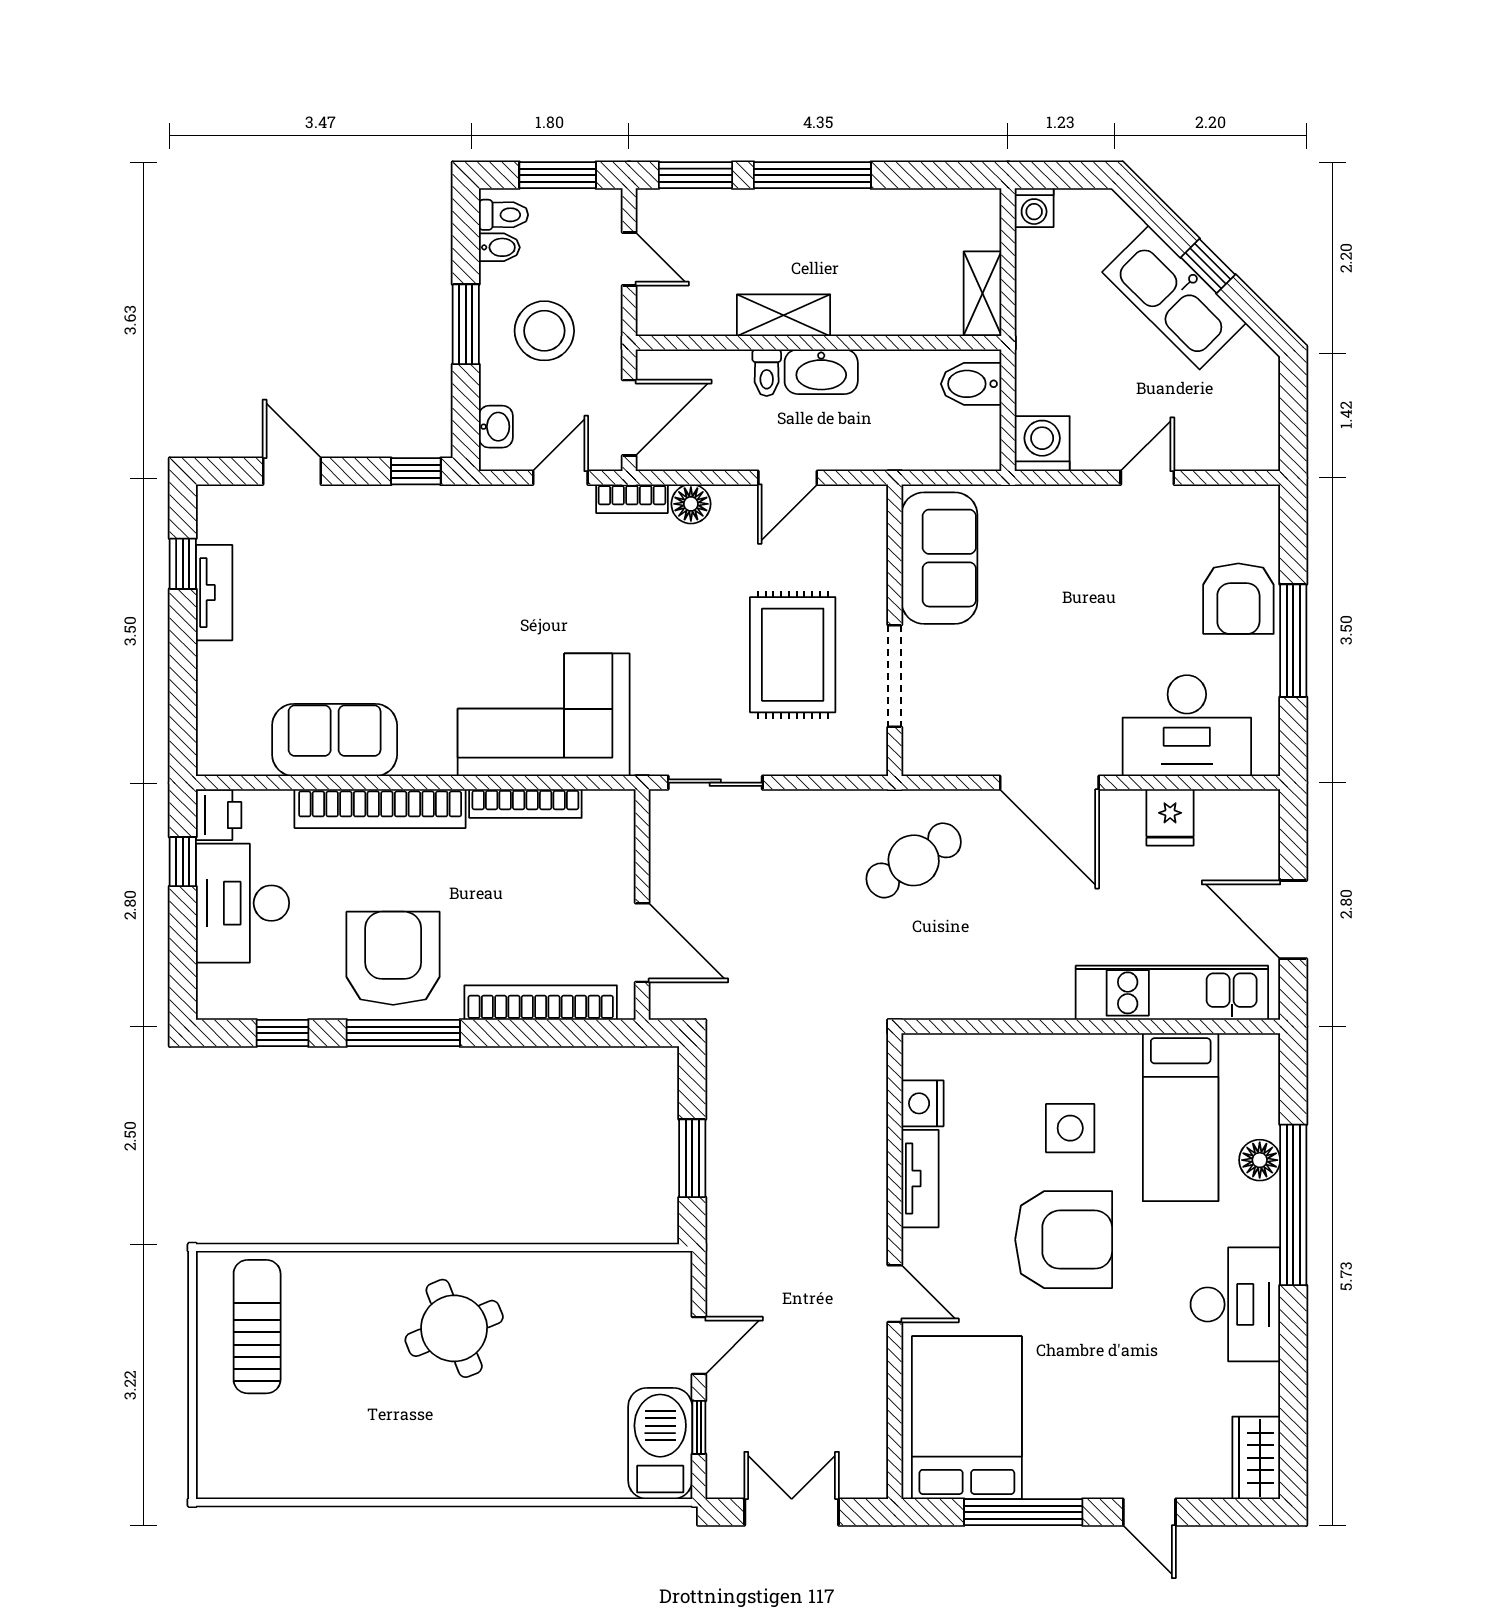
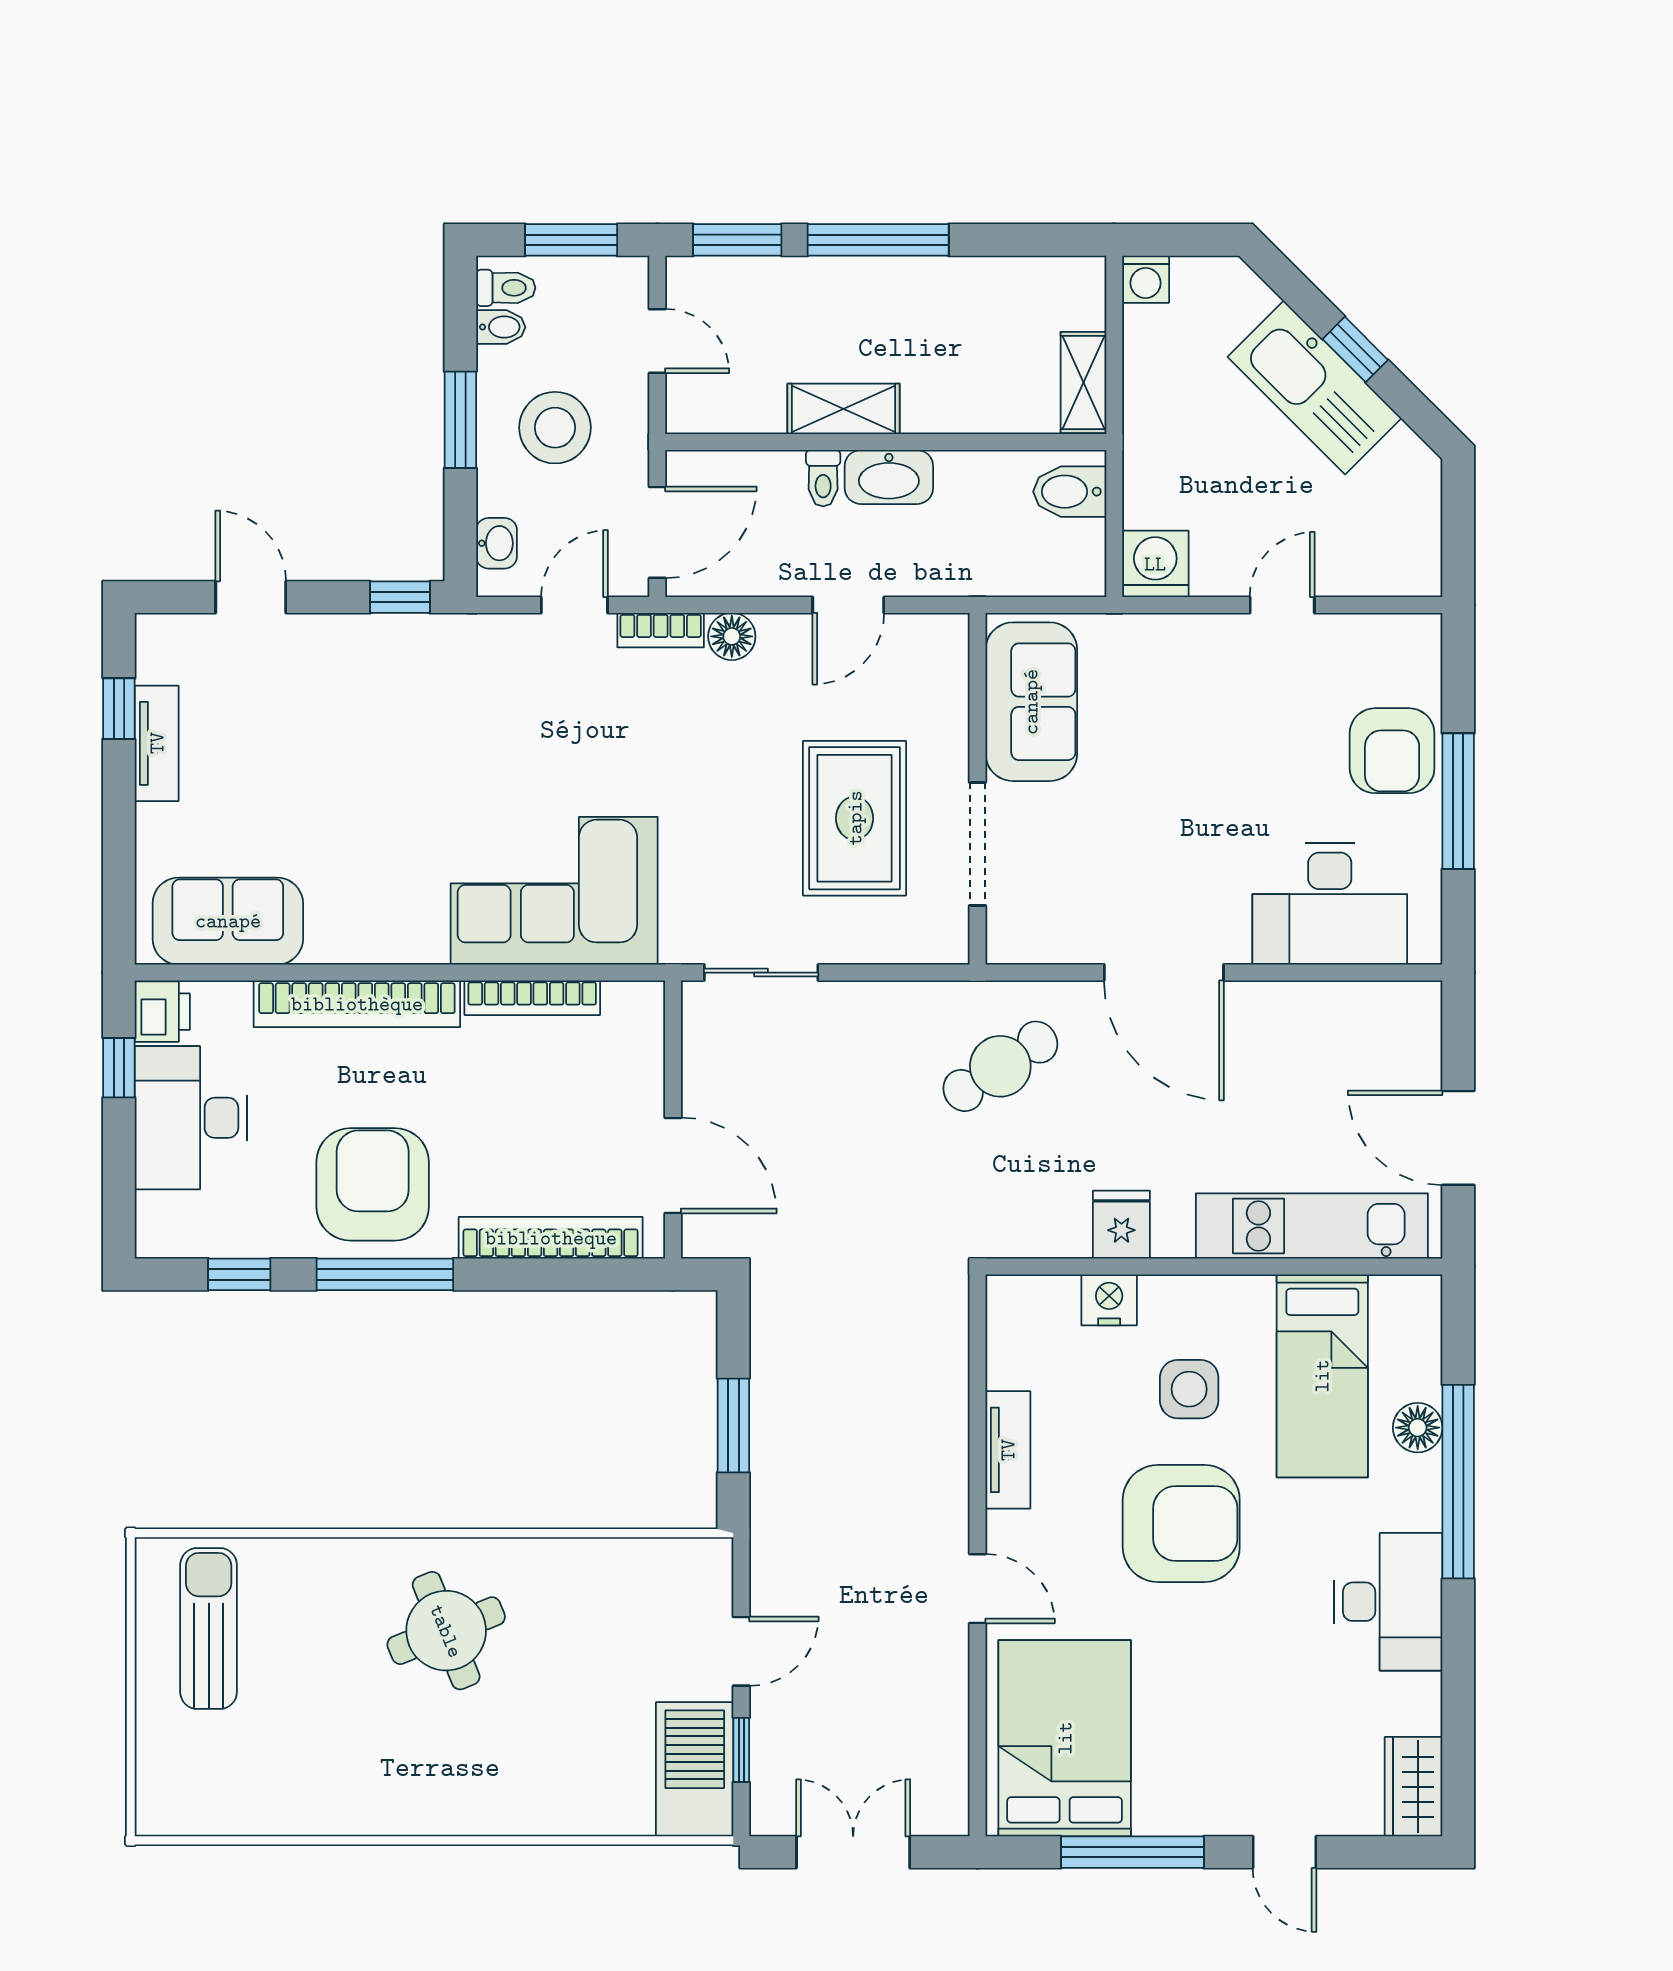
sofa: (335, 740) -> (228, 921), moved
fridge: (1170, 817) -> (1121, 1225), moved, turned 180
nightstand: (922, 1103) -> (1109, 1300), moved, turned 90

